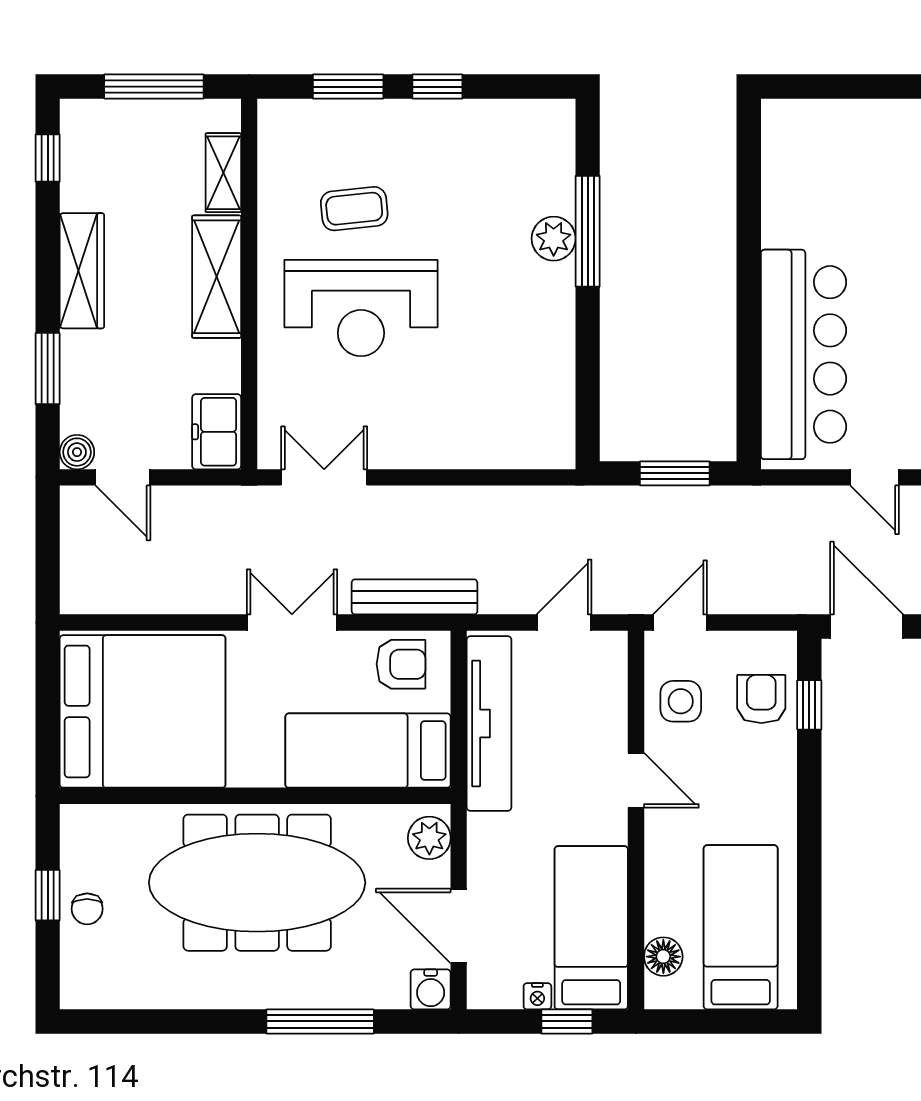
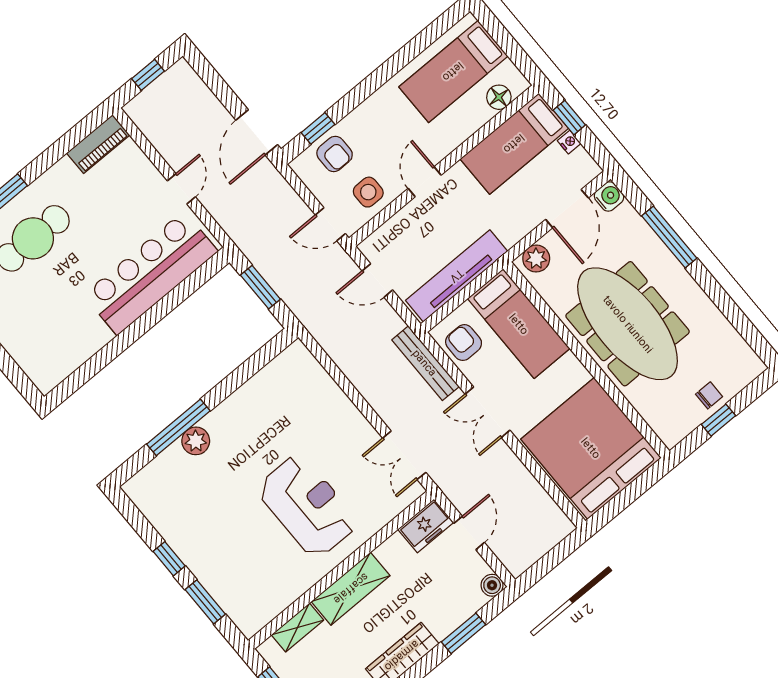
coffee table: (354, 209) -> (262, 550), removed
door: (123, 477) -> (469, 533), moved
armchair: (761, 699) -> (335, 154), turned -90

